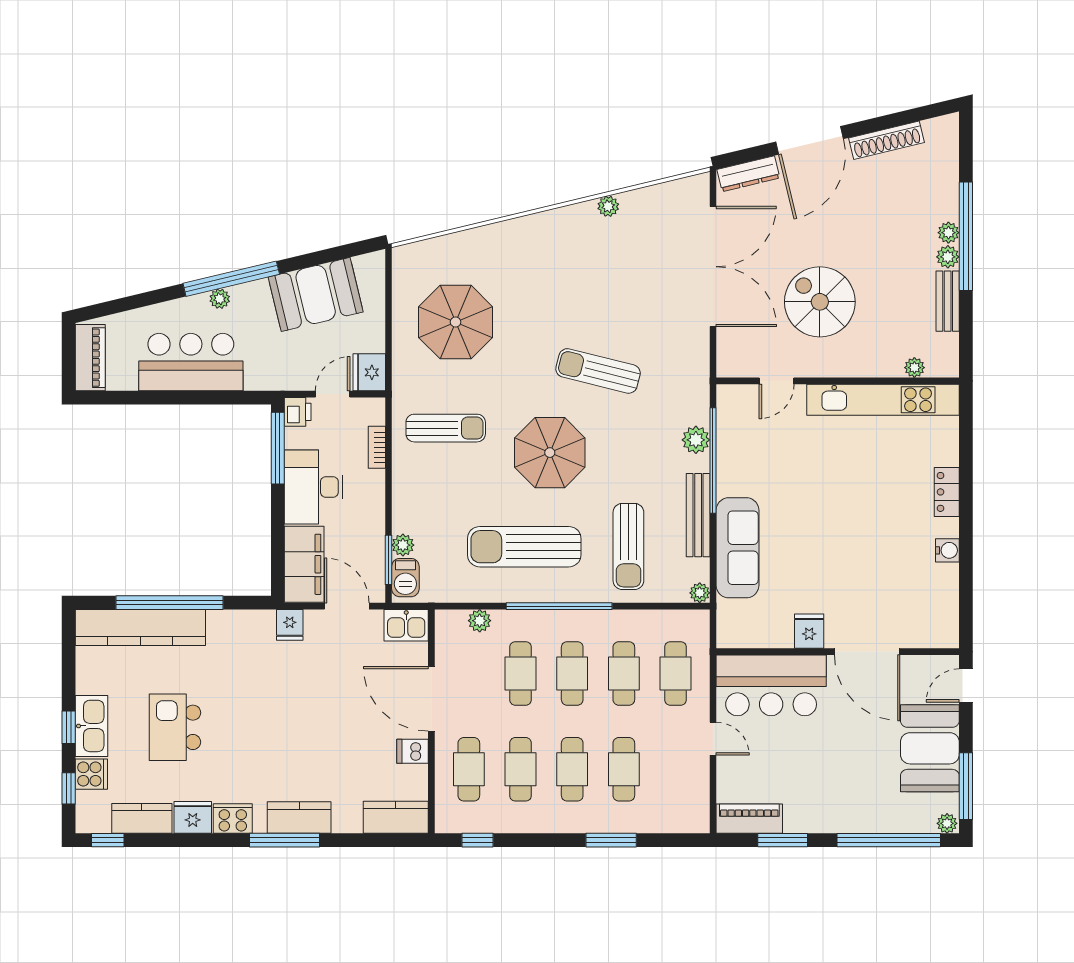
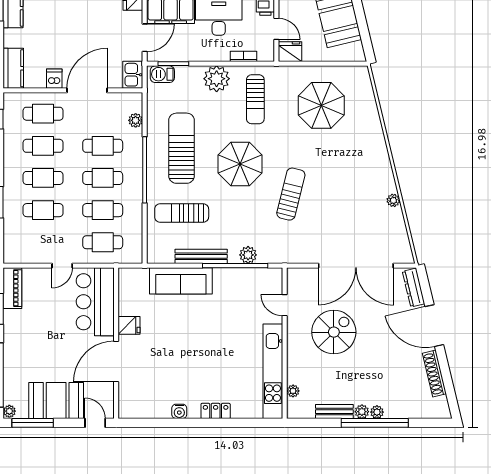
plant: (403, 545) -> (217, 79), moved, width x1.88, depth x1.88
plant: (700, 593) -> (153, 257), removed

